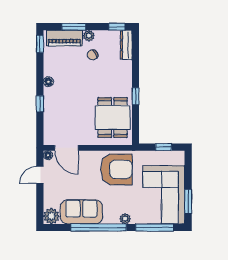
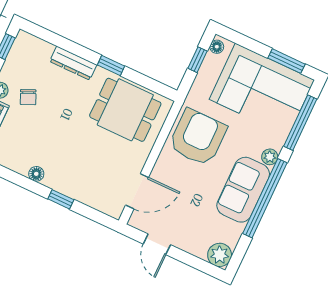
dresser: (126, 45) -> (73, 63), moved
floor lamp: (48, 155) -> (217, 47), moved
sofa: (81, 212) -> (243, 190), moved

